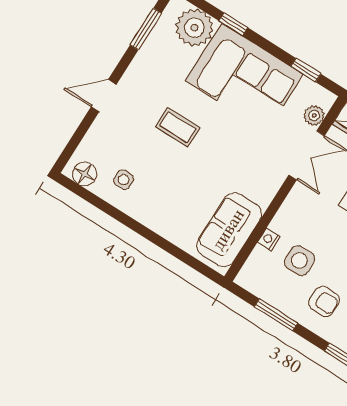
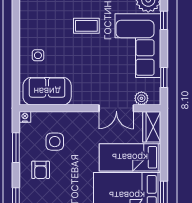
coffee table: (178, 127) -> (86, 26), turned 90
side table: (124, 180) -> (38, 55), moved
nightstand: (269, 239) -> (25, 117), moved

